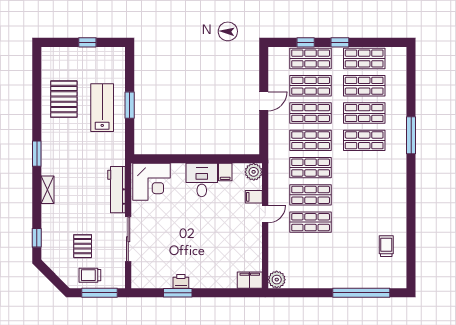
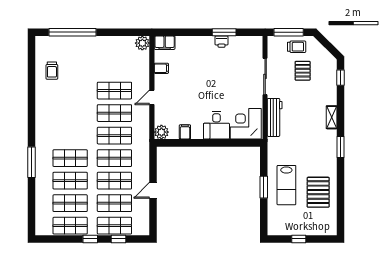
desk: (202, 180) -> (216, 125), moved
filing cabinet: (254, 197) -> (161, 68), moved

